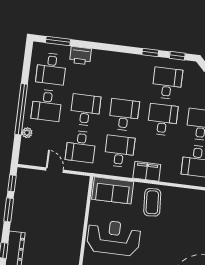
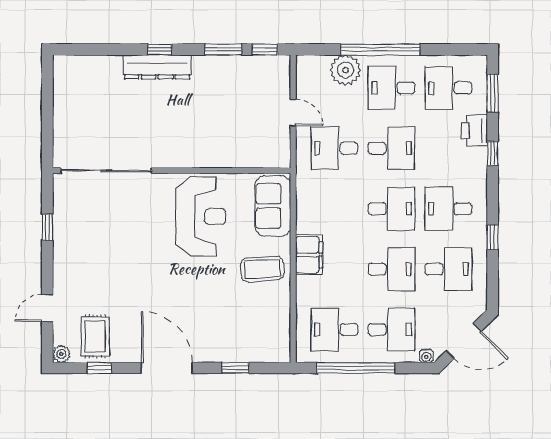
window: (177, 56) -> (493, 153), moved
plant: (27, 133) -> (345, 70), width x1.88, depth x1.88
desk: (119, 151) -> (448, 209), moved, turned 180
door: (55, 170) -> (293, 113), hinge flipped

